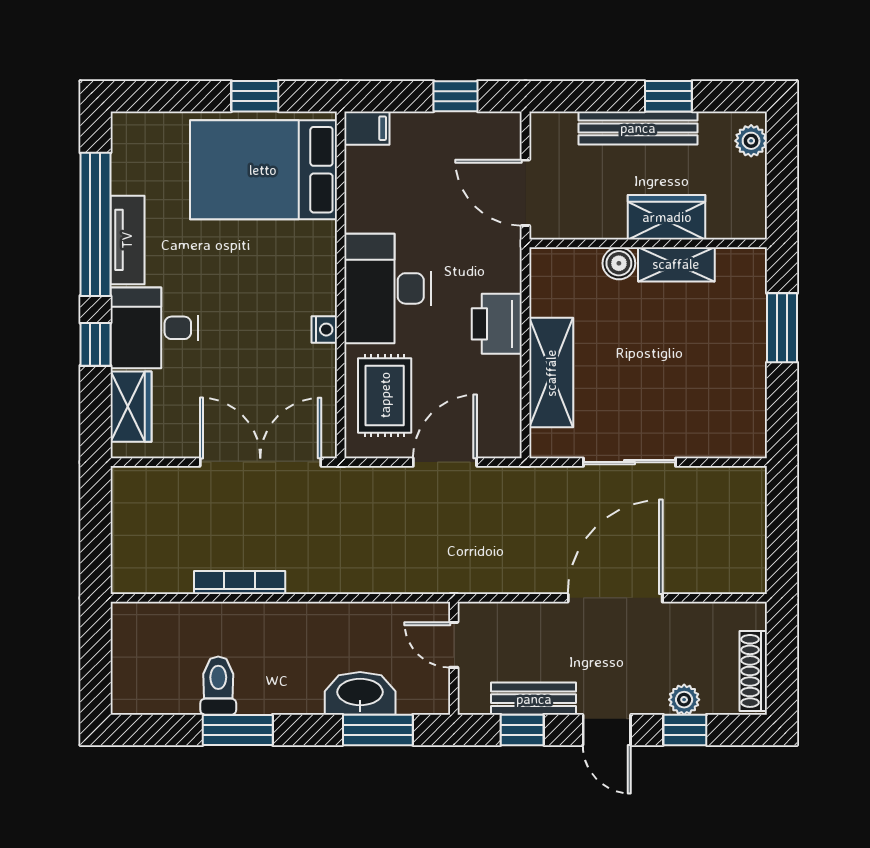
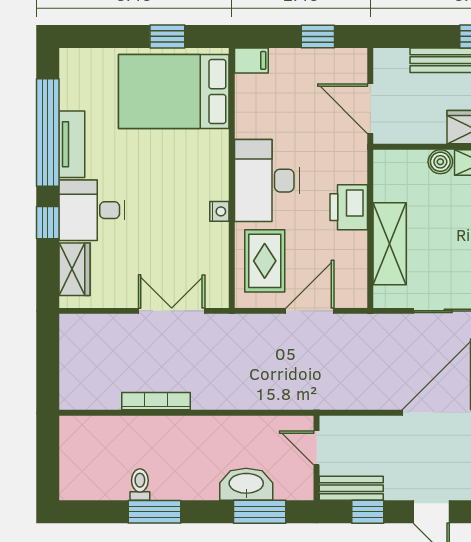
double door: (260, 462) -> (172, 311), width x0.73
toilet: (218, 686) -> (140, 485), width x0.73, depth x0.72
bench: (534, 699) -> (351, 488), moved

